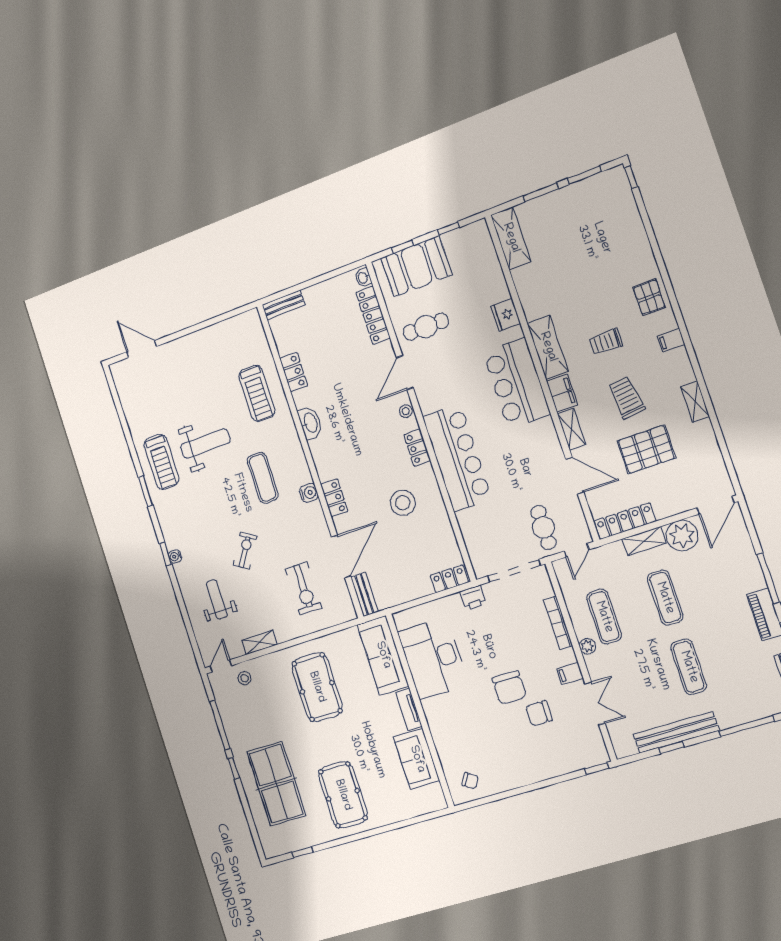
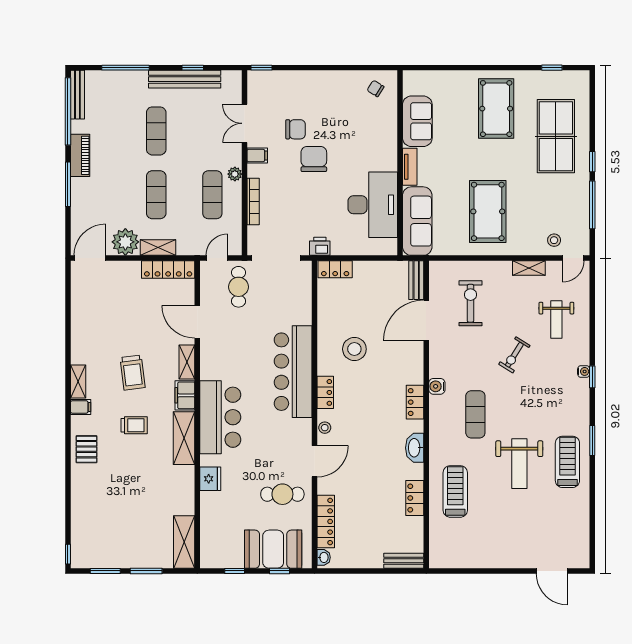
shelving: (695, 402) -> (78, 381), moved
weight bench: (205, 444) -> (519, 464), turned -90
pallet: (646, 449) -> (131, 324), removed
locker: (334, 498) -> (415, 402), moved

